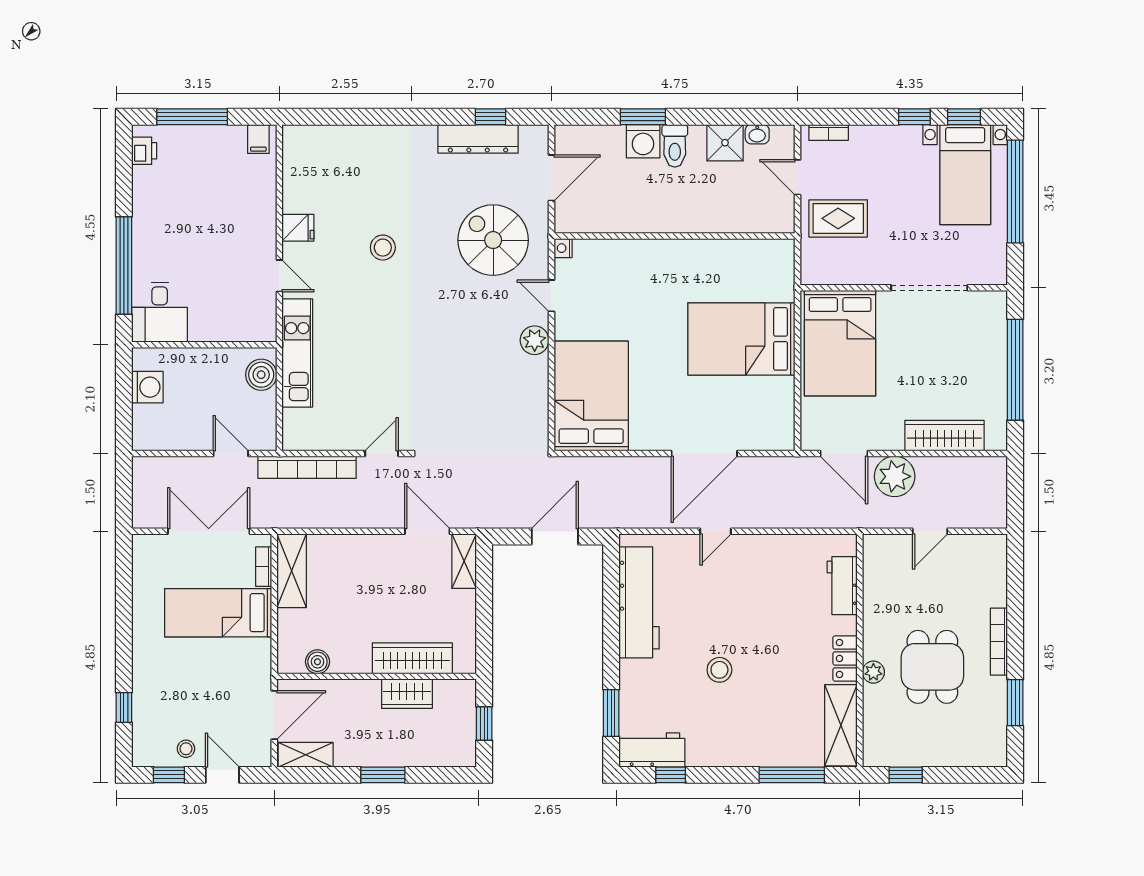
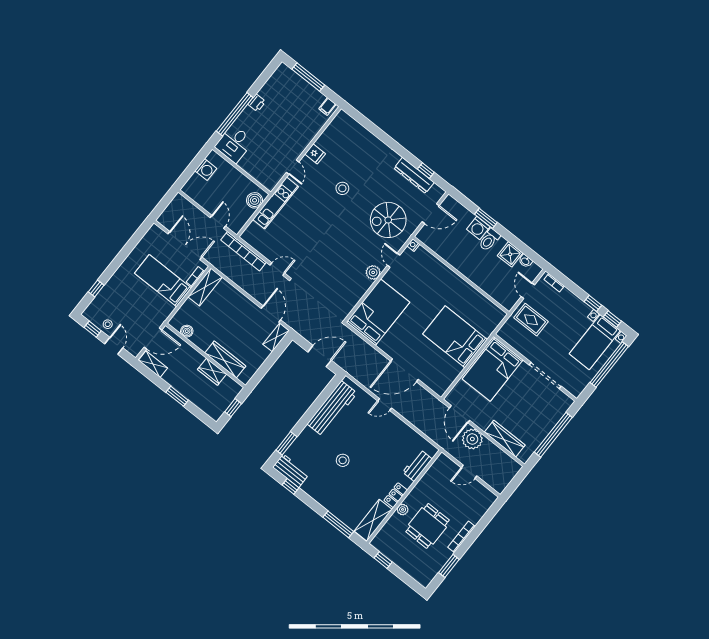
printer: (144, 151) -> (257, 103), moved
spiral stairs: (493, 240) -> (388, 220), turned -90

